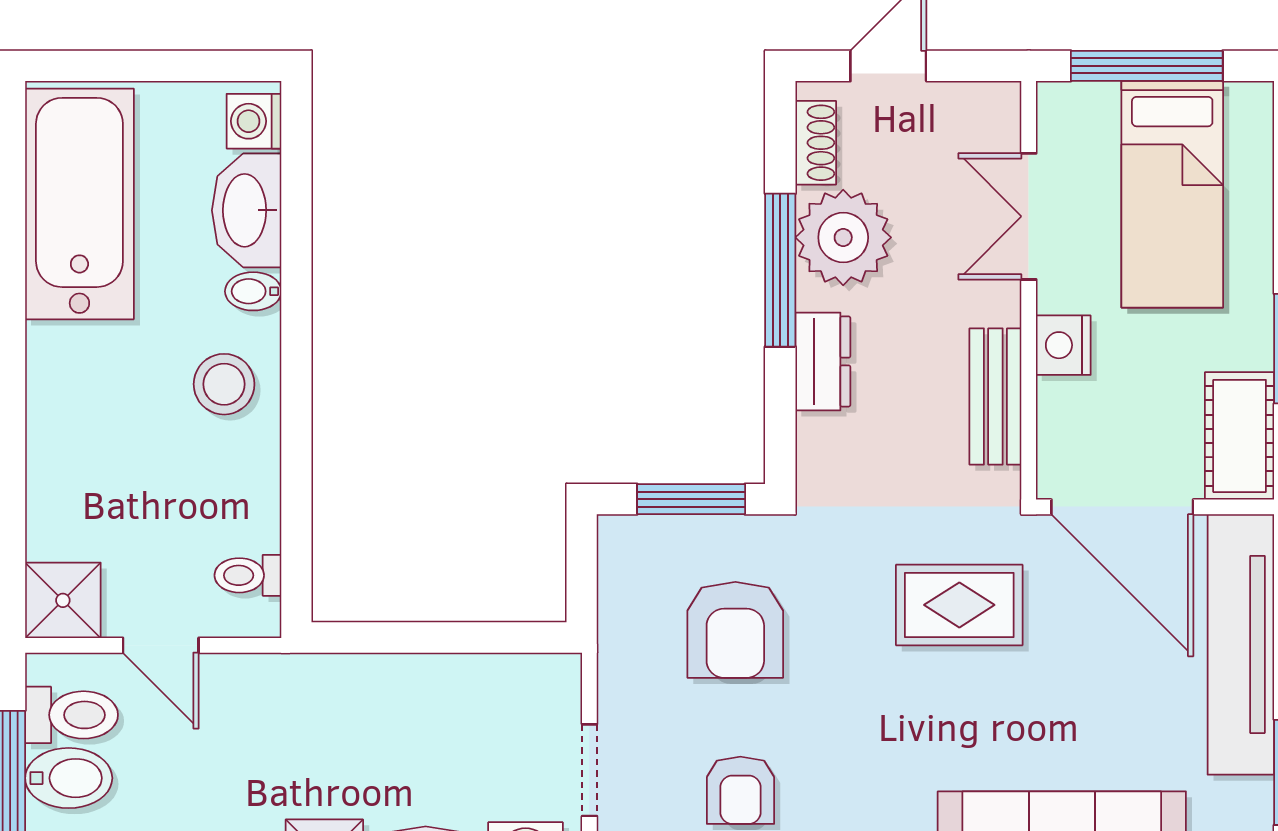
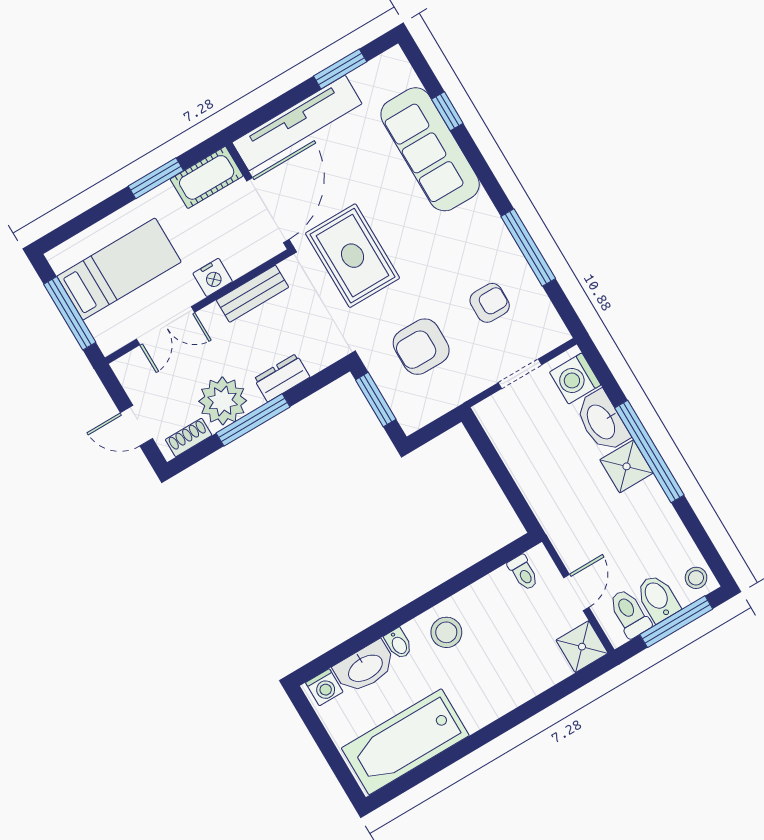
rug: (959, 605) -> (353, 256), width x1.36, depth x1.43
armchair: (735, 630) -> (421, 347), turned 180

